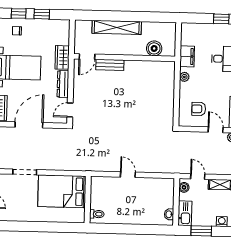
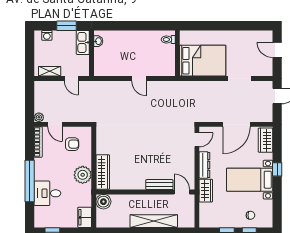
boiler: (154, 48) -> (103, 202), moved
filing cabinet: (187, 56) -> (85, 217), moved
door: (87, 57) -> (182, 192), hinge flipped
plant: (184, 77) -> (83, 175), width x1.88, depth x1.88
wardrobe: (168, 79) -> (103, 172), added
boiler: (184, 187) -> (84, 68), removed

